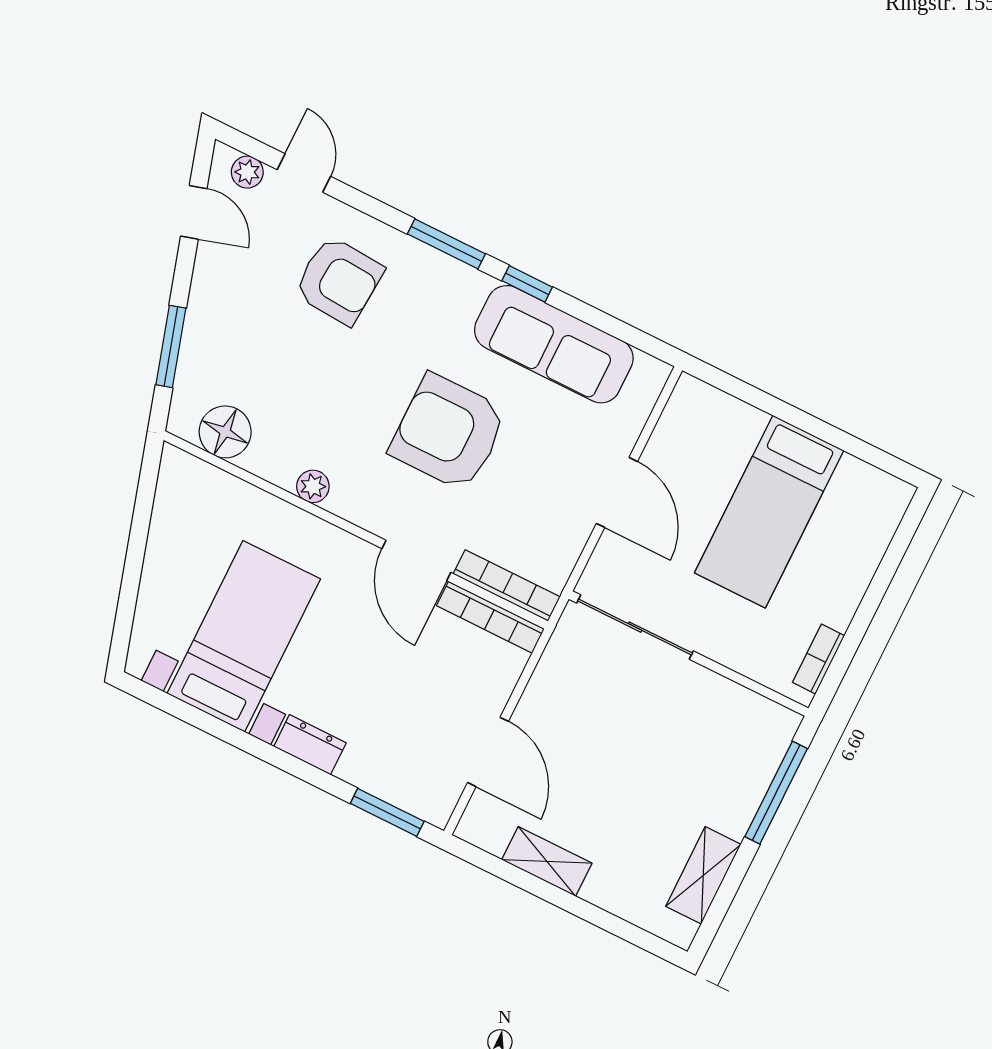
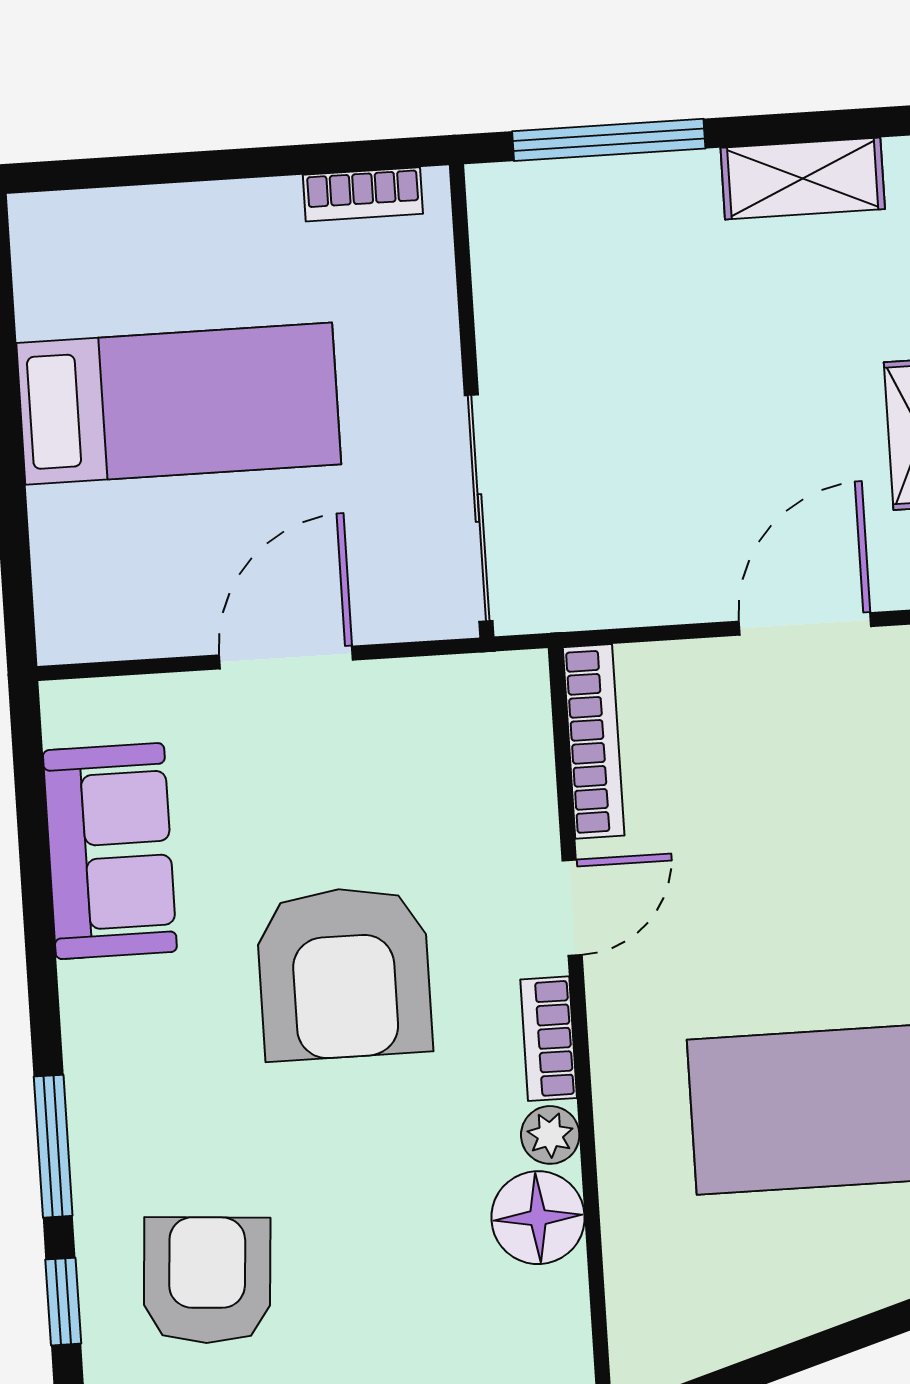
window: (527, 284) -> (63, 1302), moved
sofa: (554, 344) -> (110, 851), width x0.73
floor lamp: (225, 432) -> (538, 1218), moved
door: (416, 561) -> (572, 908), width x0.73
bookcase: (507, 585) -> (549, 1039), moved, width x0.64

